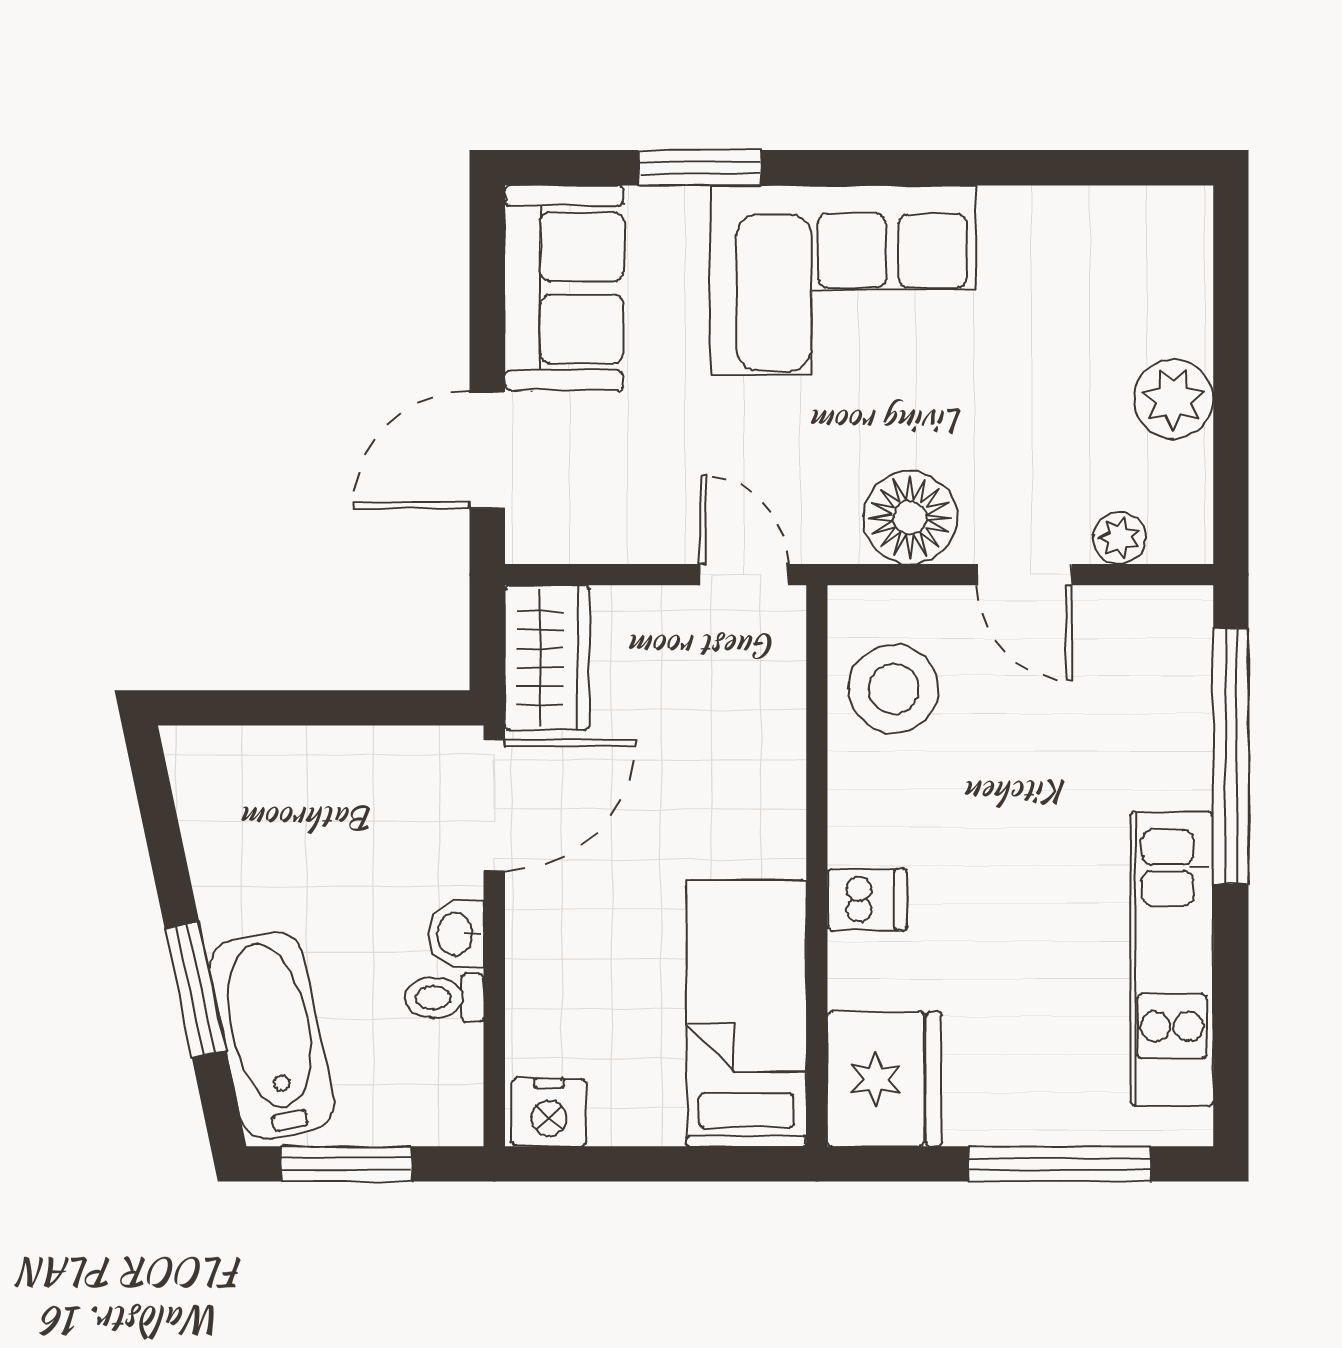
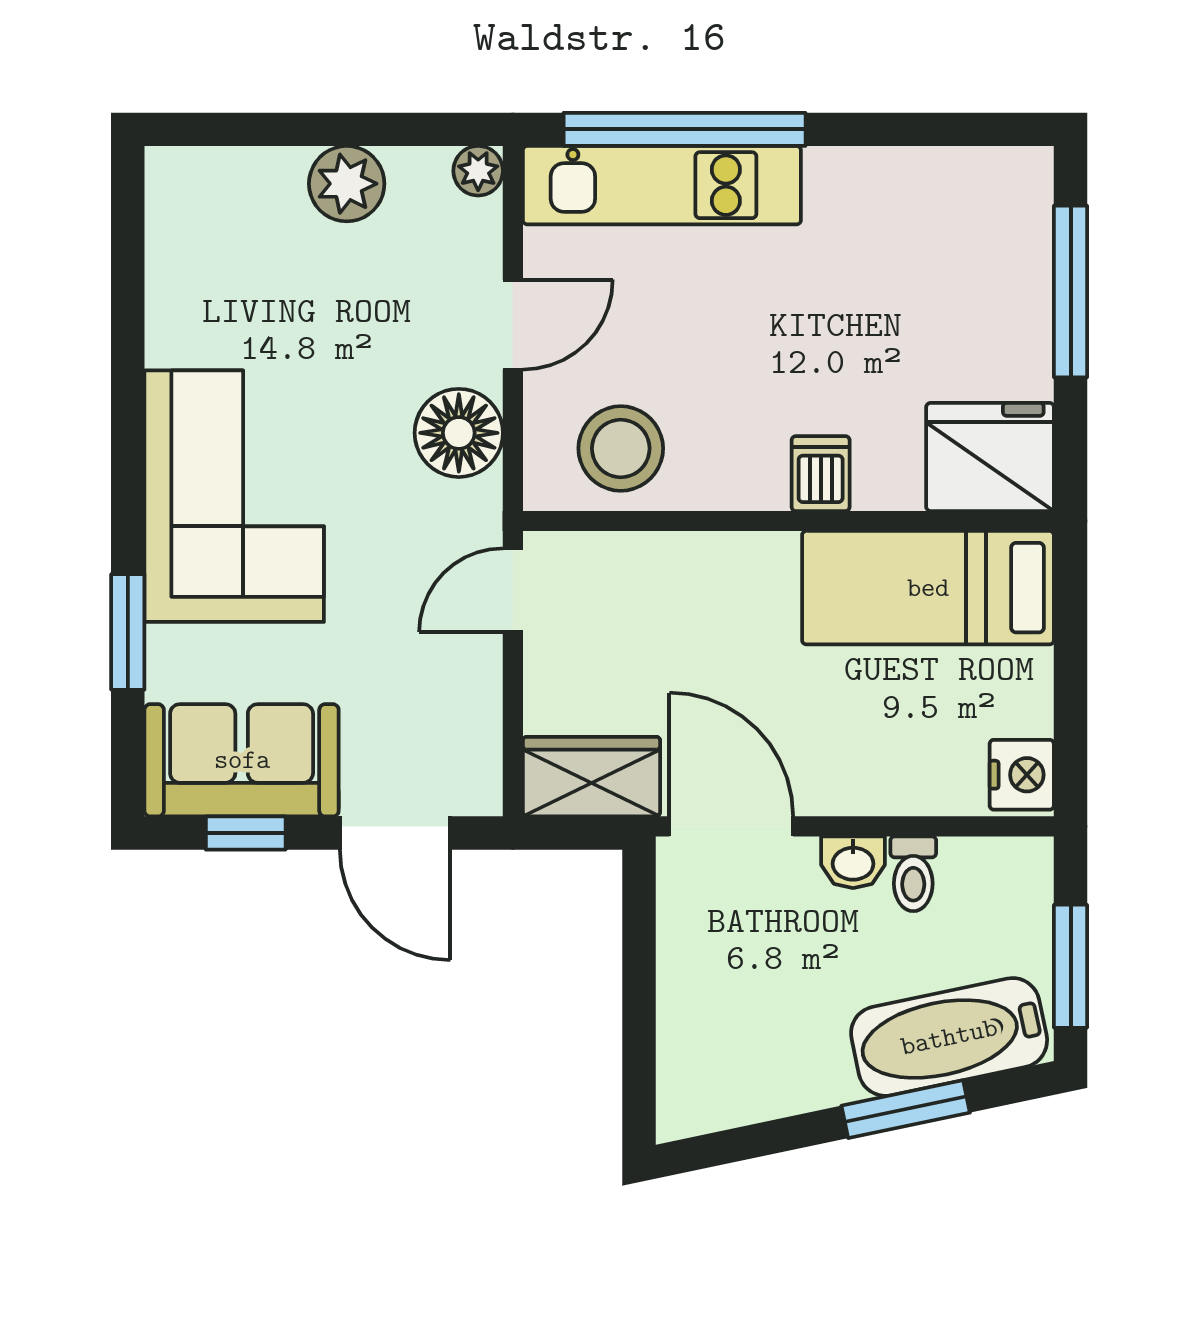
window: (487, 292) -> (246, 833), added
plant: (1120, 538) -> (478, 171), moved
kitchen unit: (1172, 959) -> (662, 185), moved

